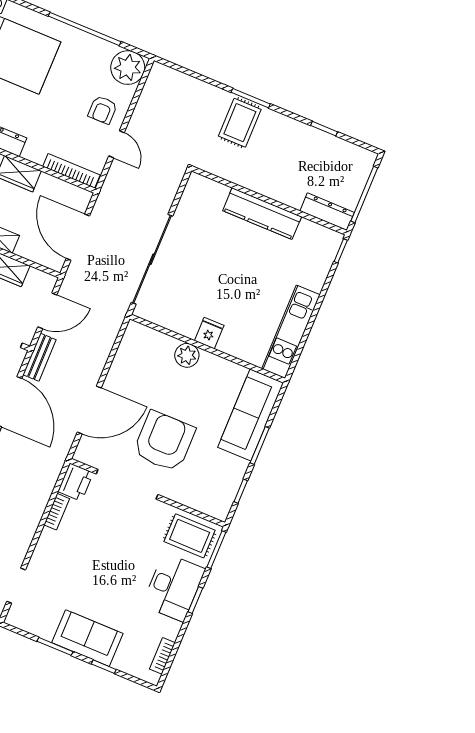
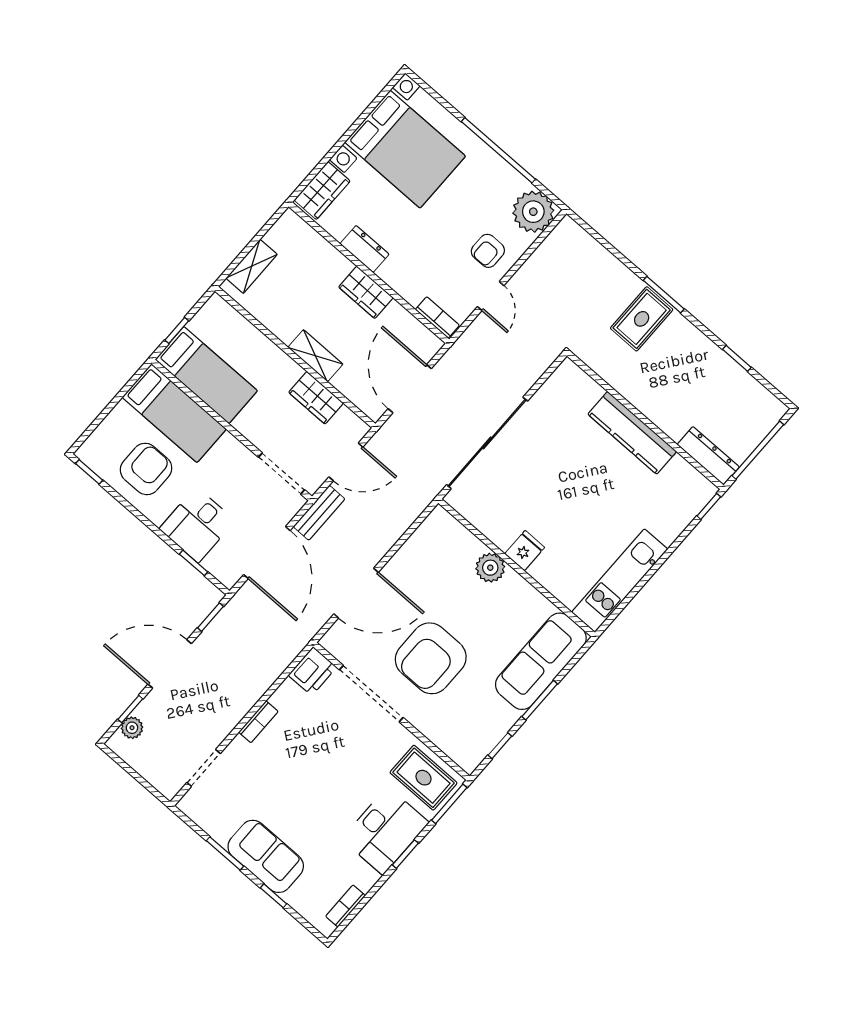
bookcase: (71, 171) -> (437, 317), width x0.64
armchair: (164, 441) -> (431, 658), turned 180
bookcase: (57, 512) -> (258, 722), moved

